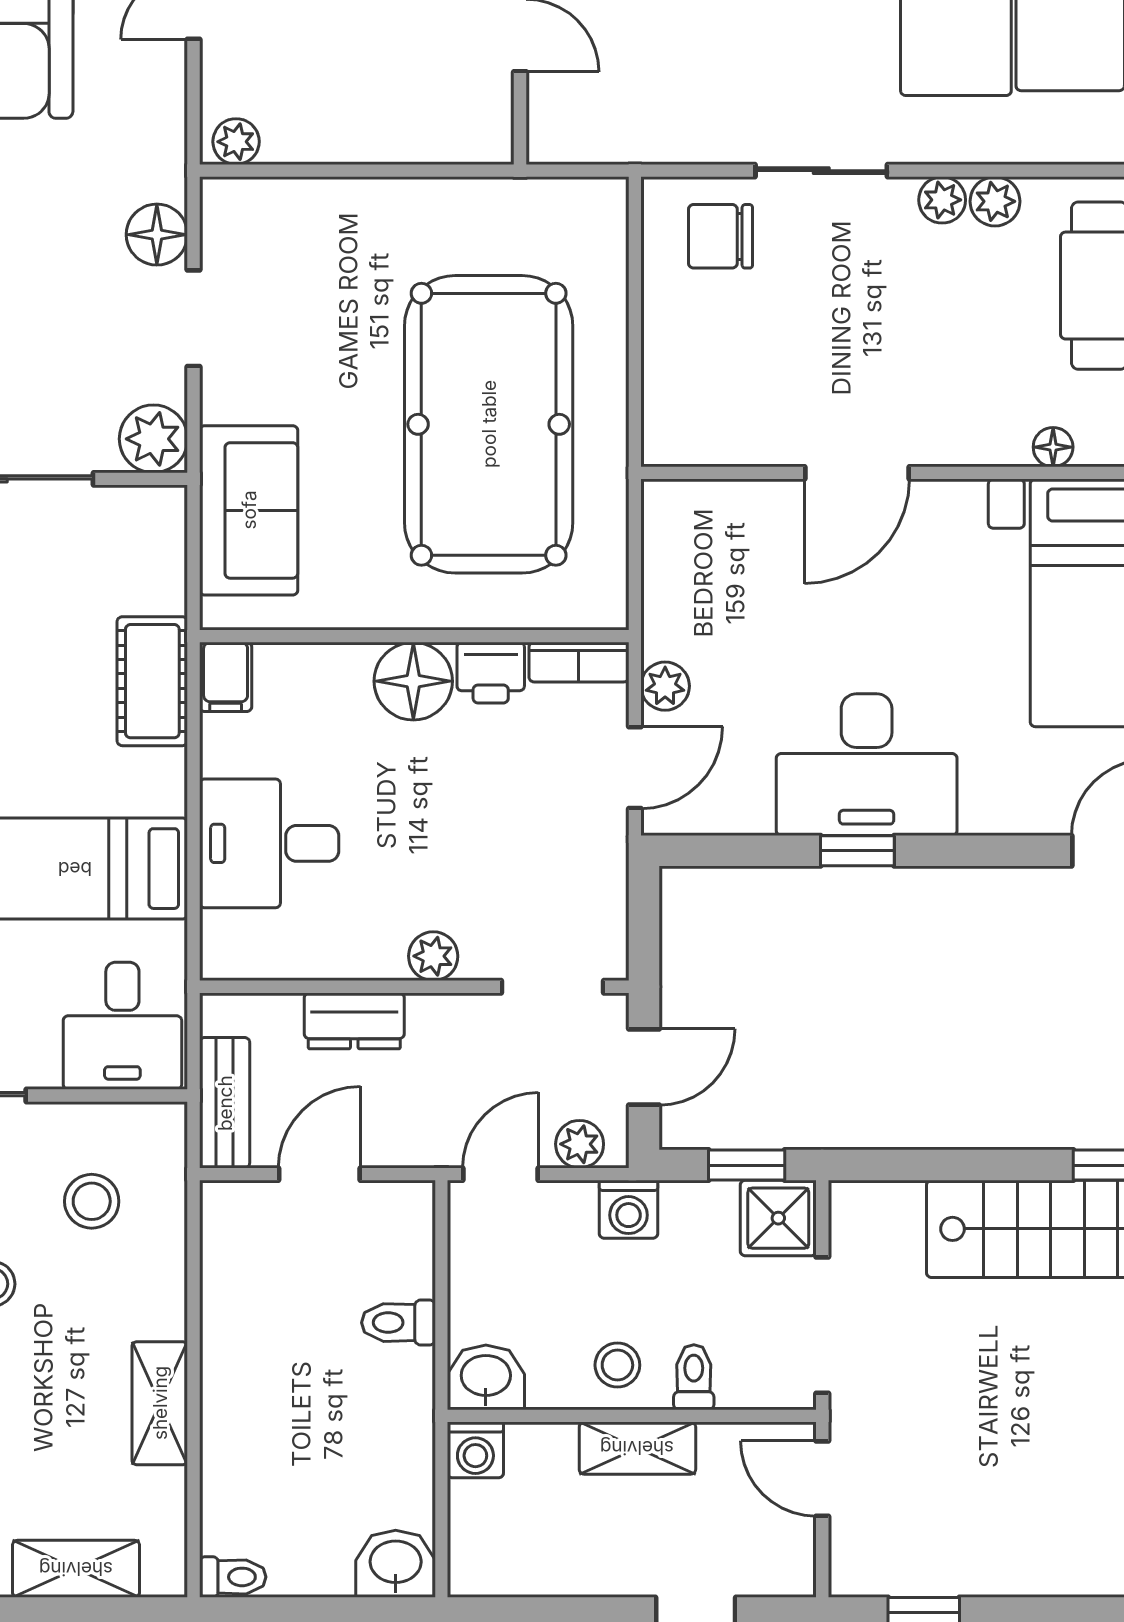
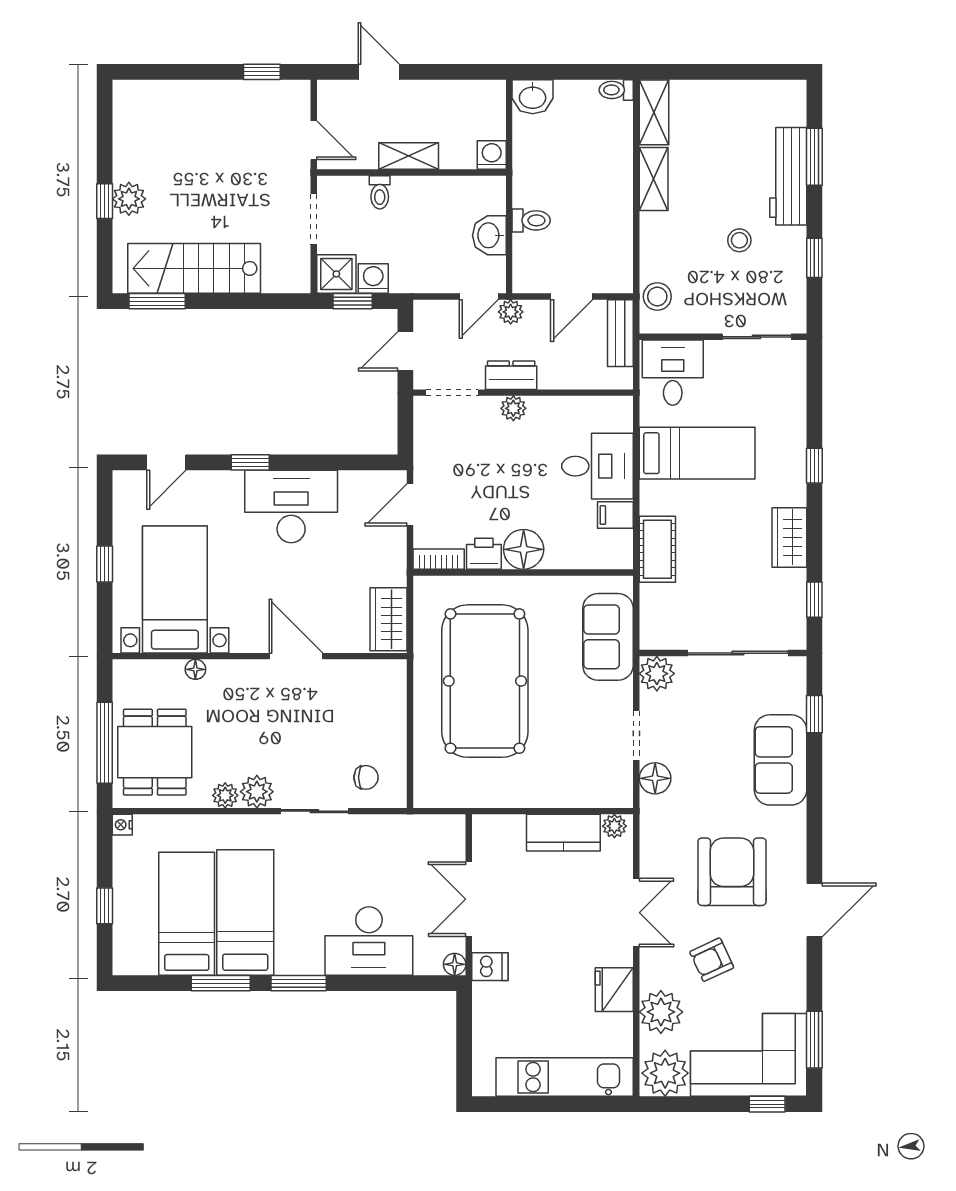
kitchen counter: (336, 129) -> (563, 833), added
plant: (942, 200) -> (257, 792), width x1.38, depth x1.38
chair: (721, 236) -> (366, 777), width x0.73, depth x0.73
door: (857, 473) -> (296, 656), hinge flipped
wardrobe: (677, 545) -> (389, 619), added
filing cabinet: (226, 677) -> (615, 515), moved, turned -90
plant: (665, 686) -> (394, 547), removed
window: (857, 851) -> (250, 462), moved
dresser: (354, 1021) -> (511, 375), moved
plant: (580, 1144) -> (511, 312), moved
stool: (92, 1201) -> (657, 297), moved
washing machine: (629, 1209) -> (373, 278), moved
doorway: (822, 1325) -> (314, 219), width x0.73
stool: (617, 1365) -> (419, 199), removed
washbasin: (486, 1377) -> (489, 235), moved, turned 90
shelving: (76, 1569) -> (654, 112), moved, turned 90

